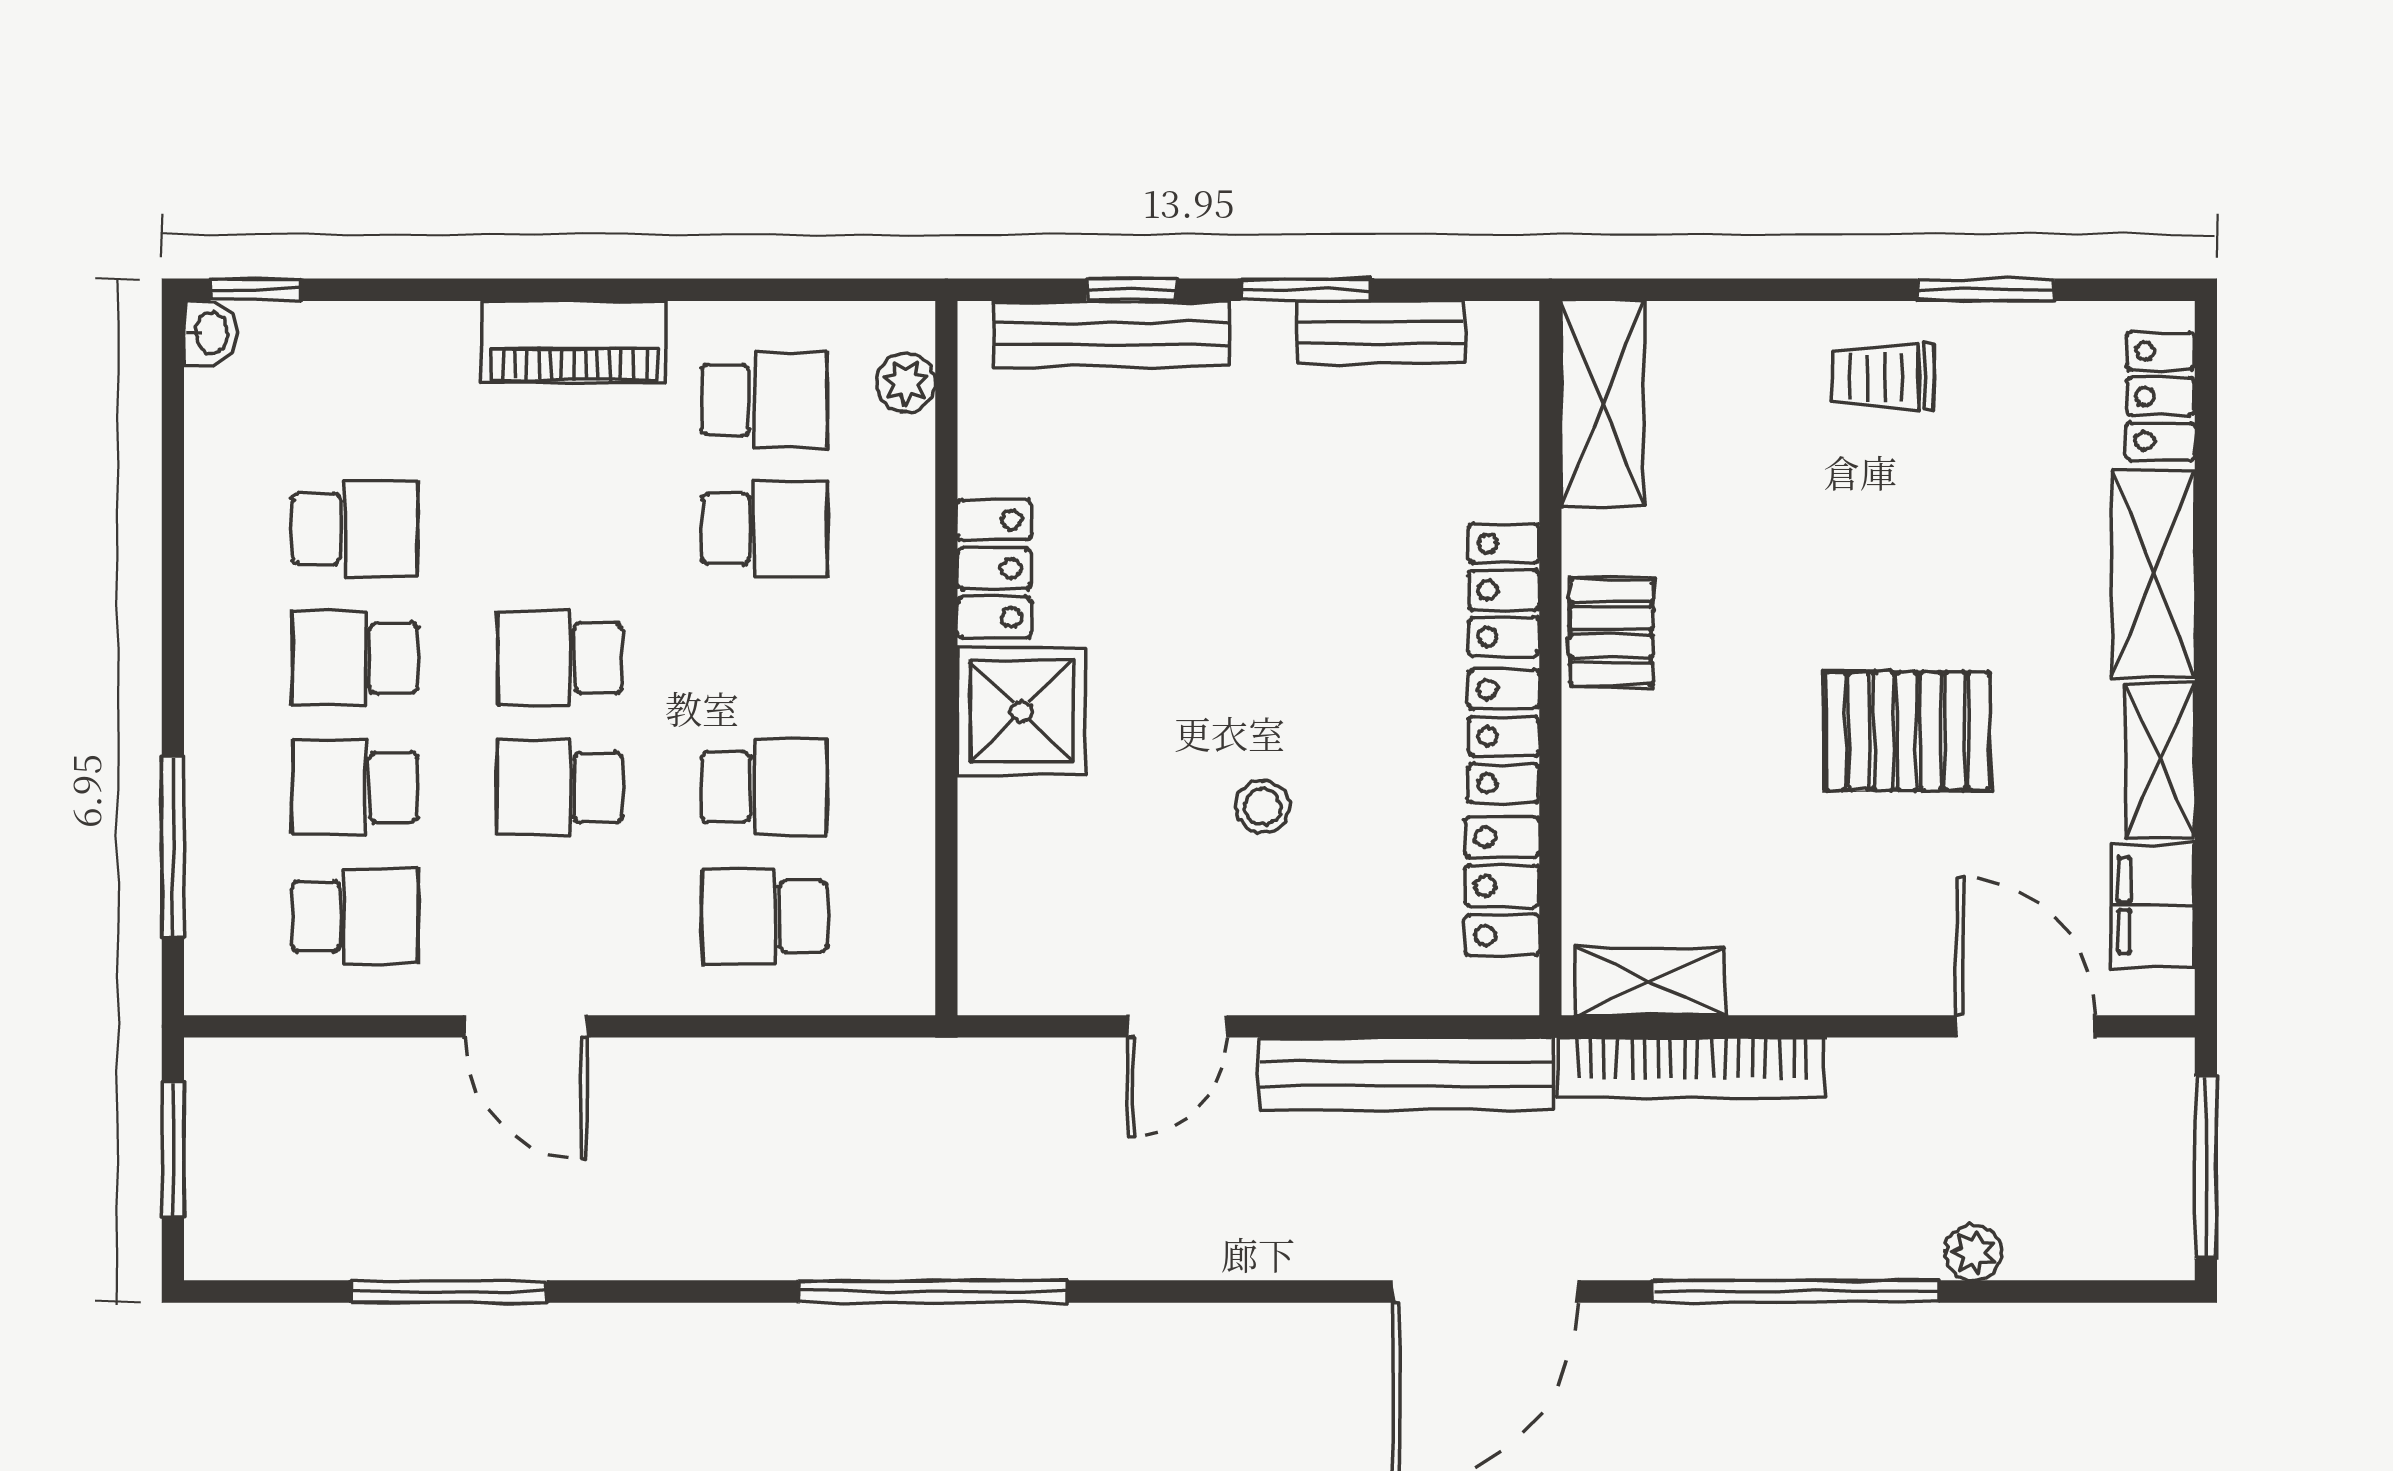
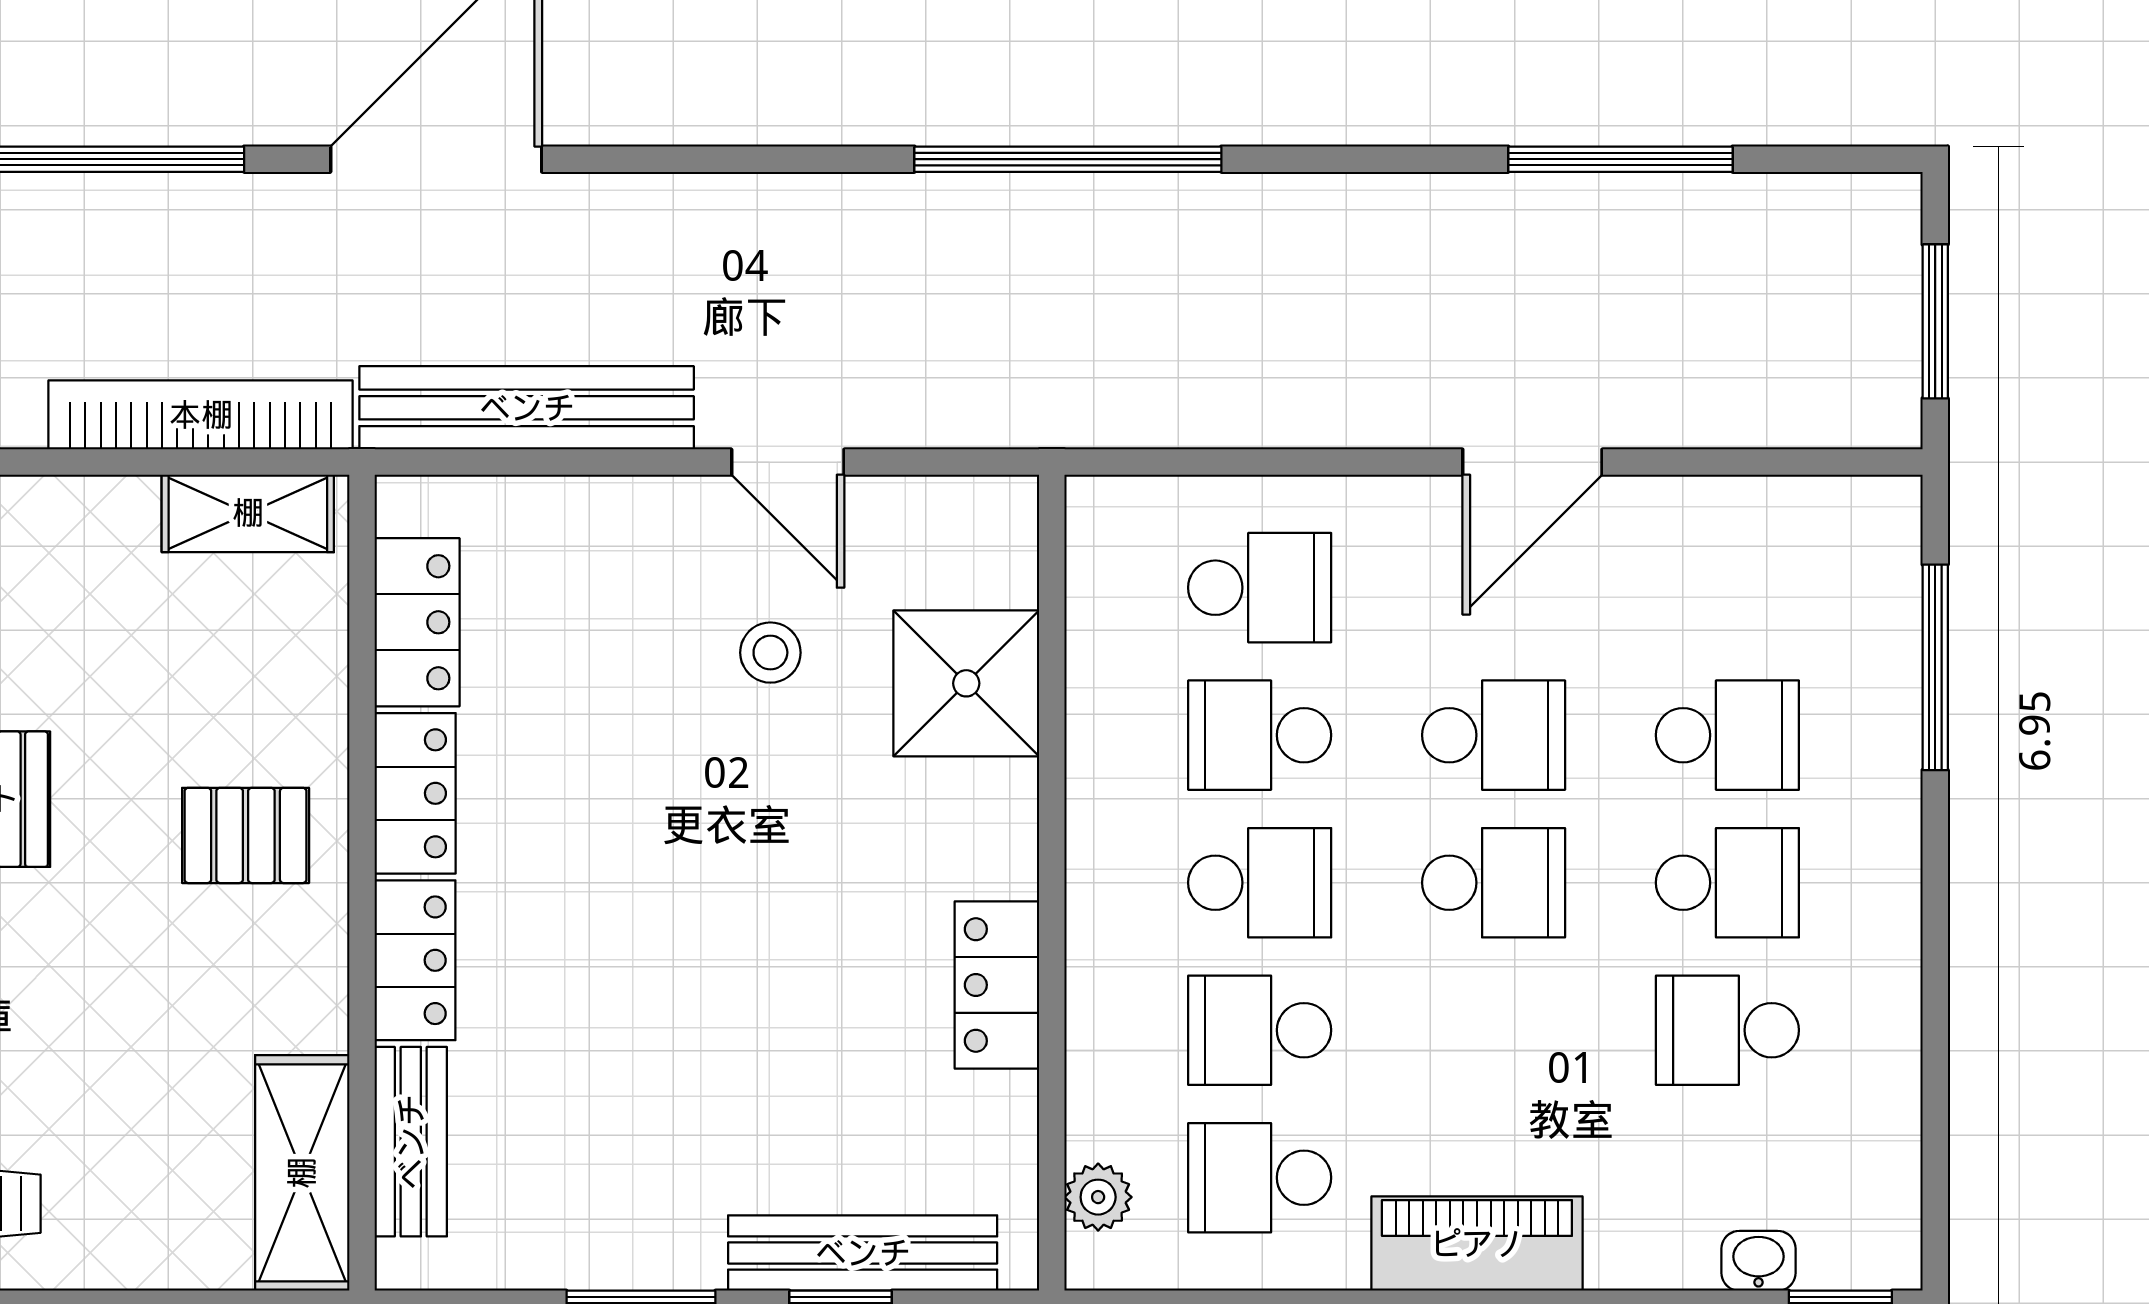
bench: (1380, 332) -> (411, 1142), moved, turned 90
washbasin: (210, 333) -> (1758, 1261), moved, turned 90
pallet: (1611, 632) -> (246, 835), moved, turned 90
shower: (1021, 712) -> (966, 683), moved
stool: (1263, 807) -> (770, 653), moved
school desk: (355, 916) -> (1260, 883), moved, turned 180
door: (526, 1026) -> (1532, 462), swing flipped
door: (1178, 1026) -> (788, 462), swing flipped

